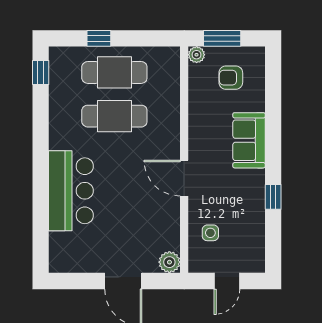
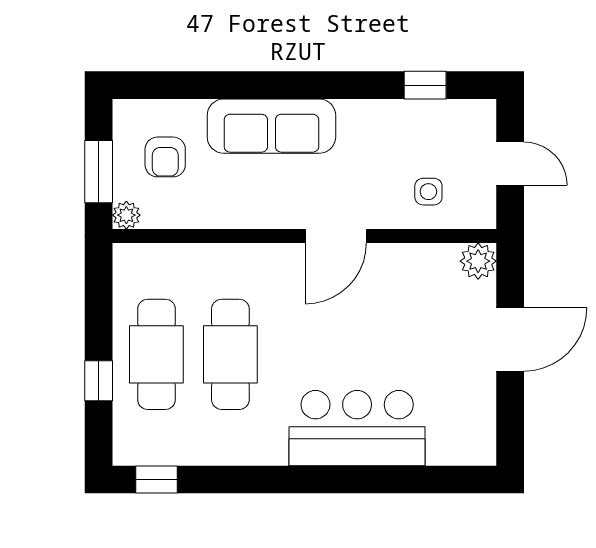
sofa: (249, 140) -> (271, 126), width x1.36
window: (273, 197) -> (425, 85), moved

